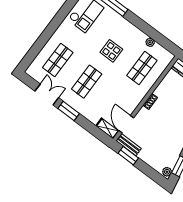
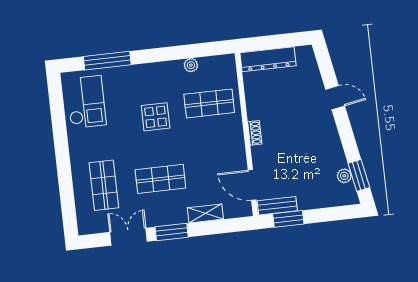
shop shelf: (142, 68) -> (209, 103), turned 90
shop shelf: (87, 82) -> (160, 179), turned 90
shelving: (107, 128) -> (205, 213), moved
plant: (167, 172) -> (344, 176), moved

